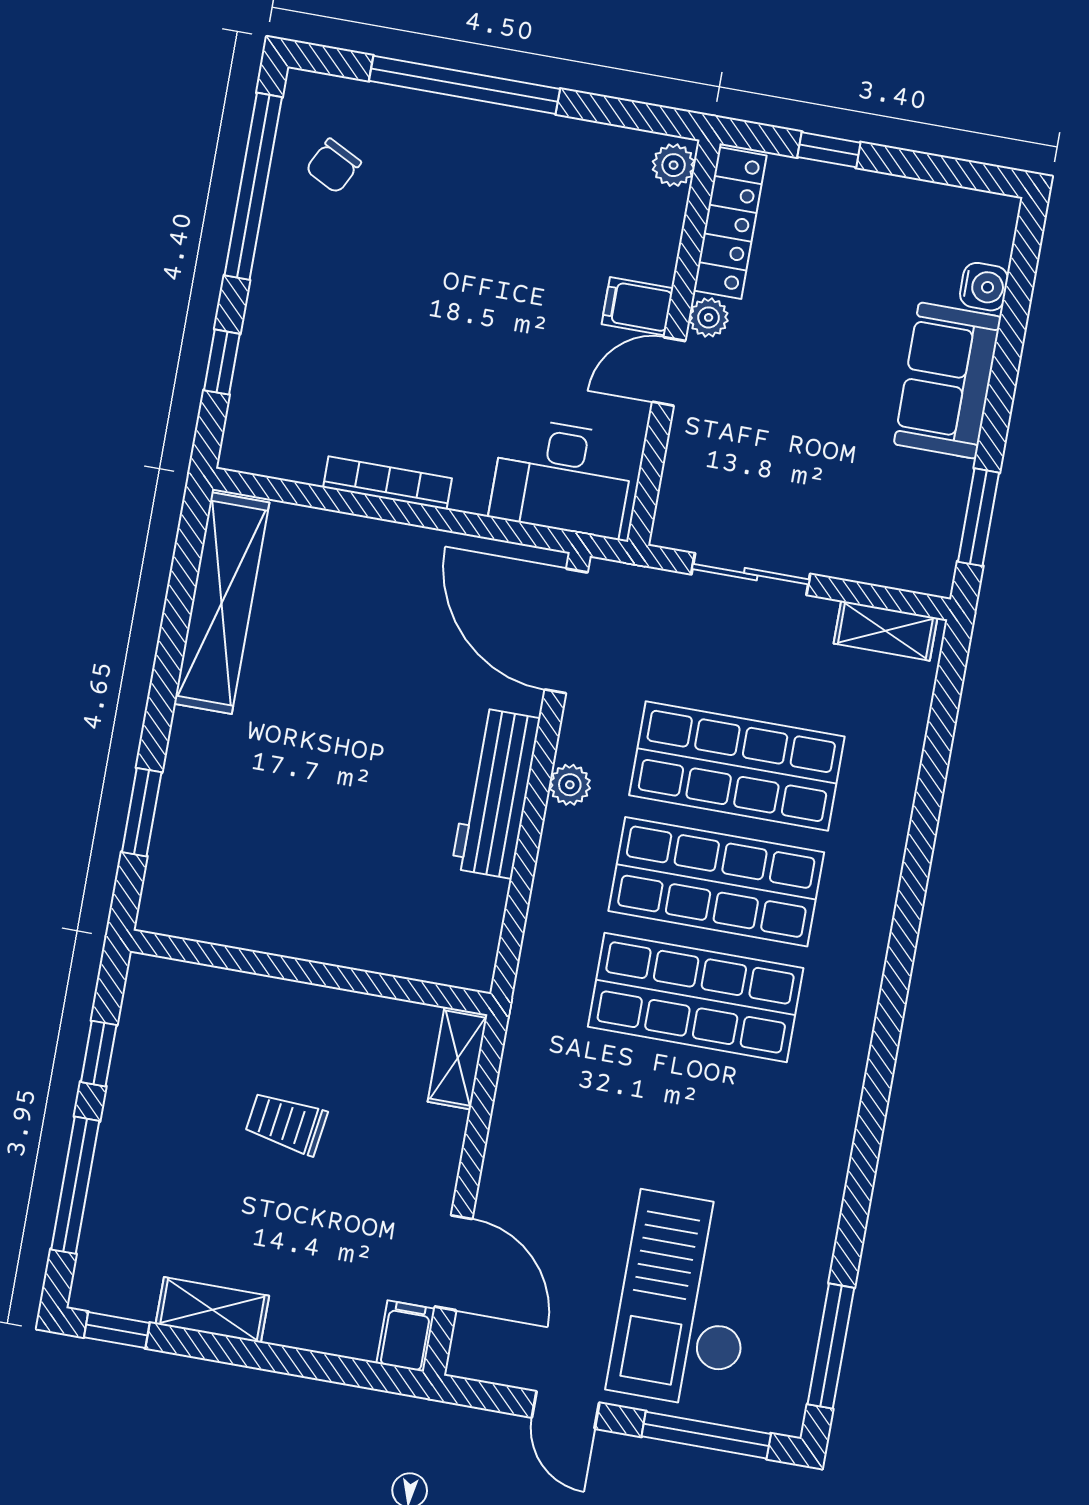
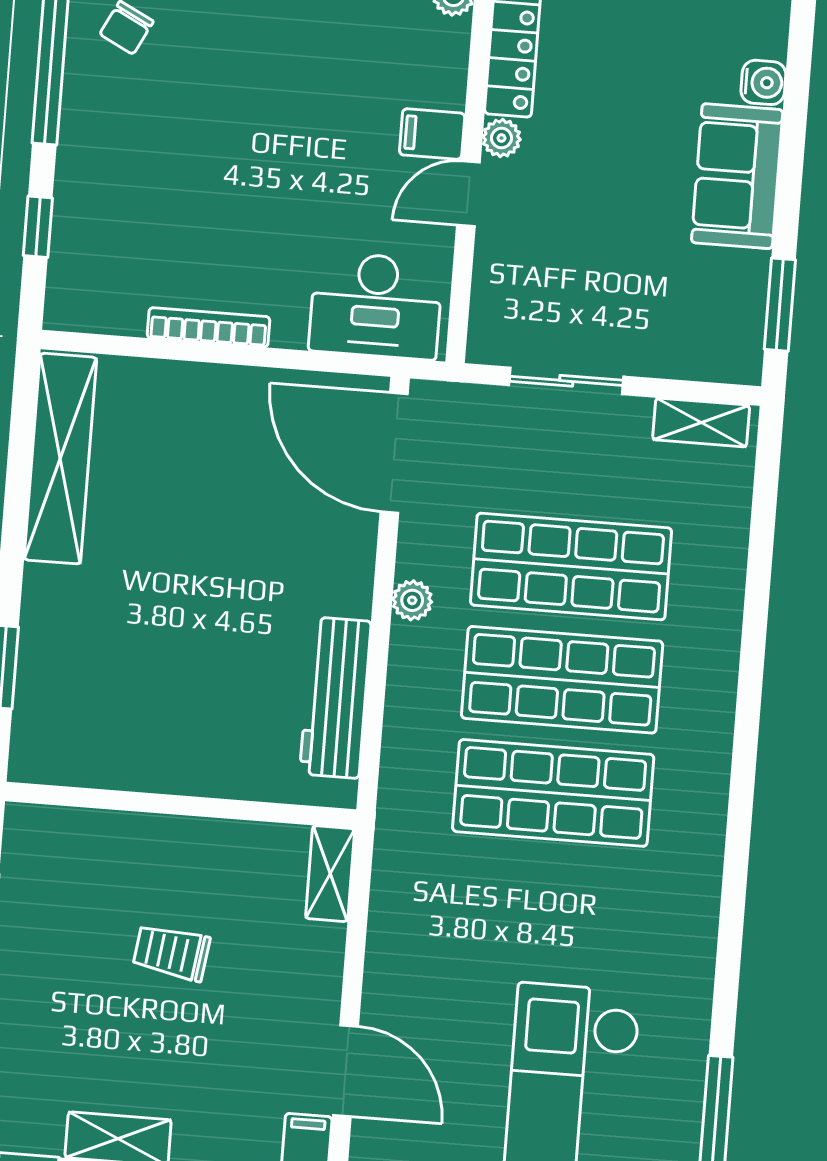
workbench: (496, 793) -> (335, 698), moved

